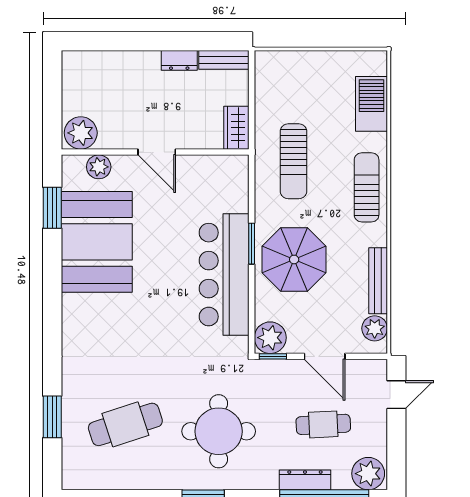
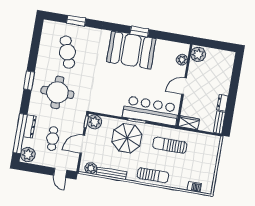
barbecue: (371, 104) -> (194, 187), width x0.53, depth x0.65
window: (52, 208) -> (139, 32), moved
booth: (97, 242) -> (131, 50), moved
bar counter: (224, 275) -> (151, 111), moved

